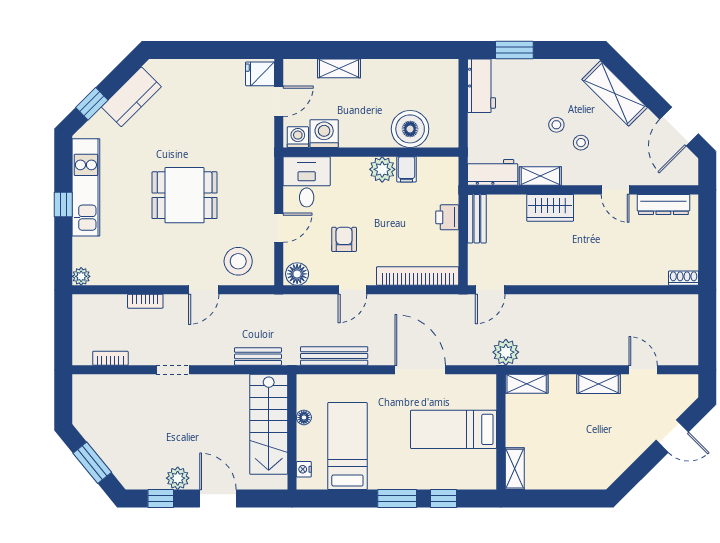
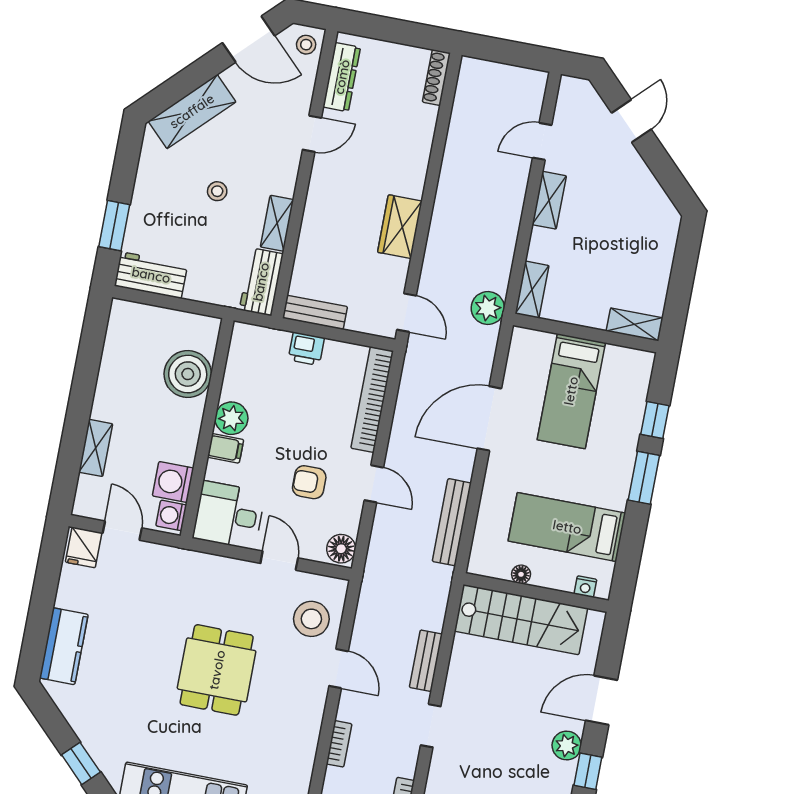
kitchen counter: (131, 97) -> (64, 646), moved, turned 45
stool: (581, 143) -> (306, 45), moved
filing cabinet: (407, 169) -> (226, 448), moved
wardrobe: (550, 208) -> (400, 227), moved, turned 180
shoe rack: (684, 278) -> (436, 77), width x1.43
bench: (258, 356) -> (426, 661), moved

